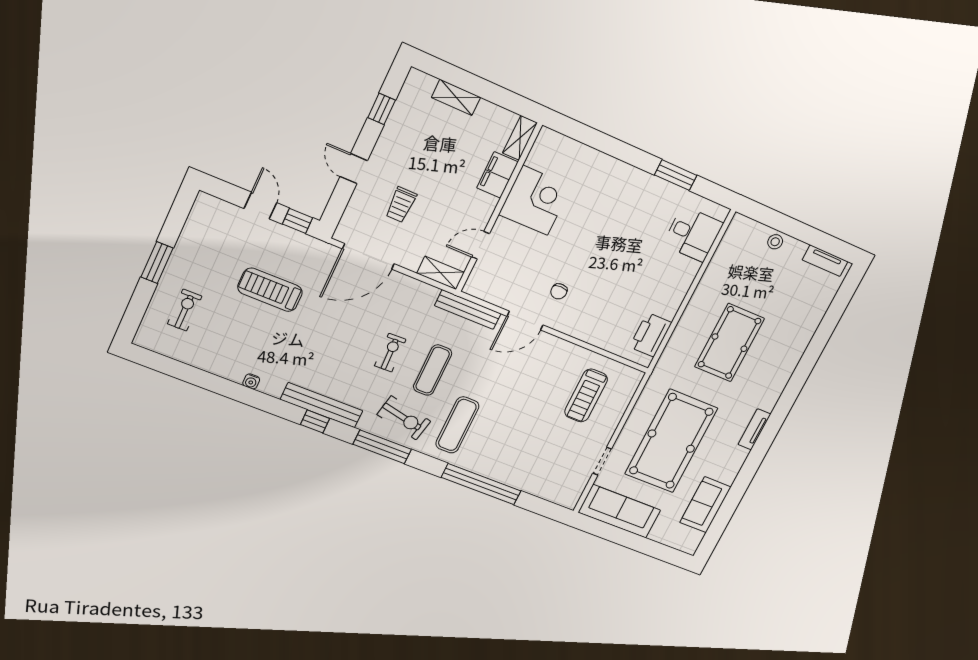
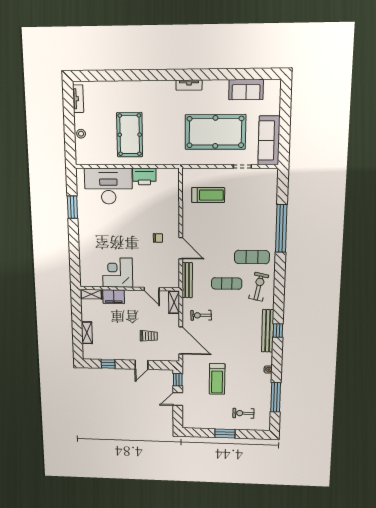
desk: (693, 234) -> (108, 186), width x1.87, depth x1.30
printer: (651, 335) -> (144, 176), moved
pool table: (729, 343) -> (130, 135), moved, turned 90
exercise bike: (390, 353) -> (201, 315), moved
window: (382, 447) -> (276, 397), moved

